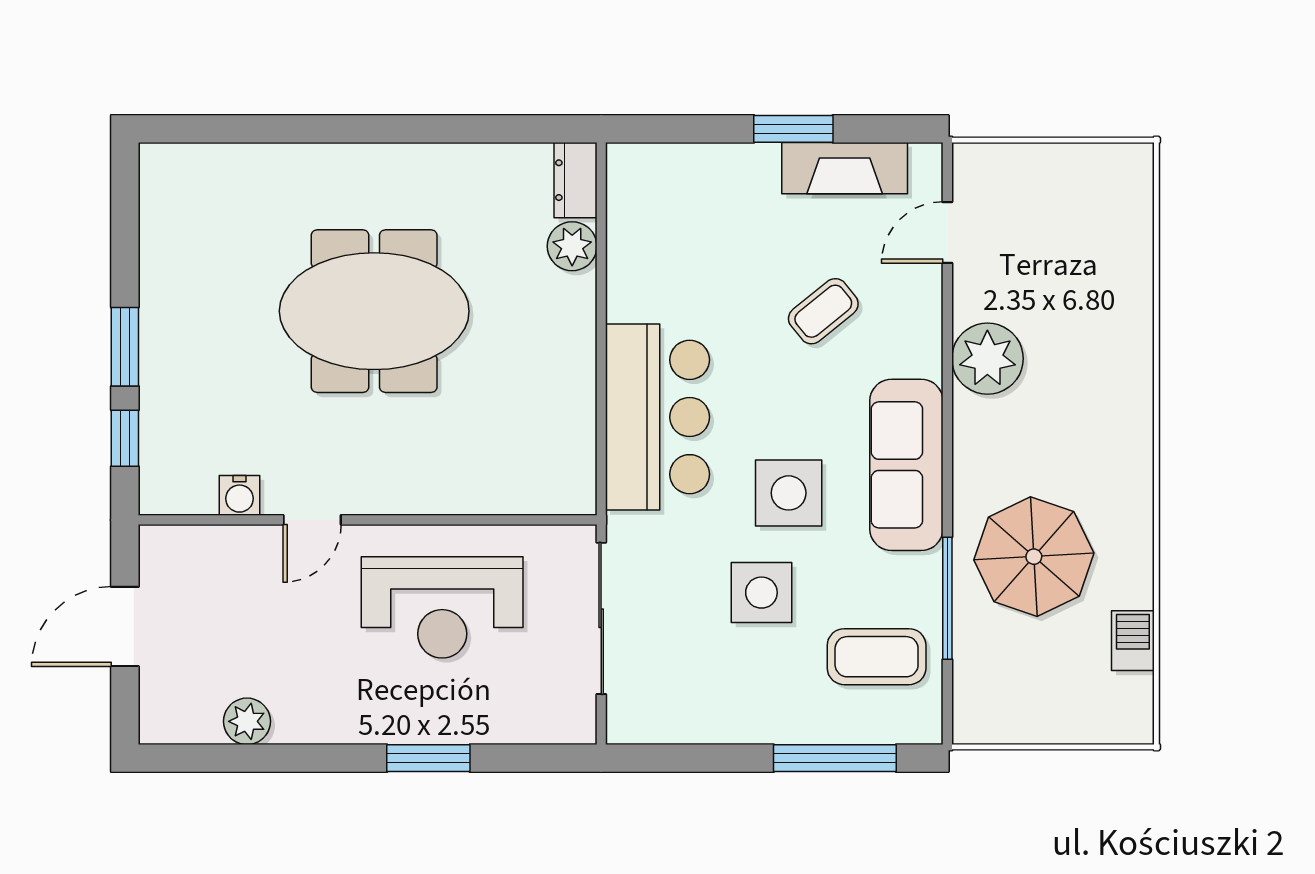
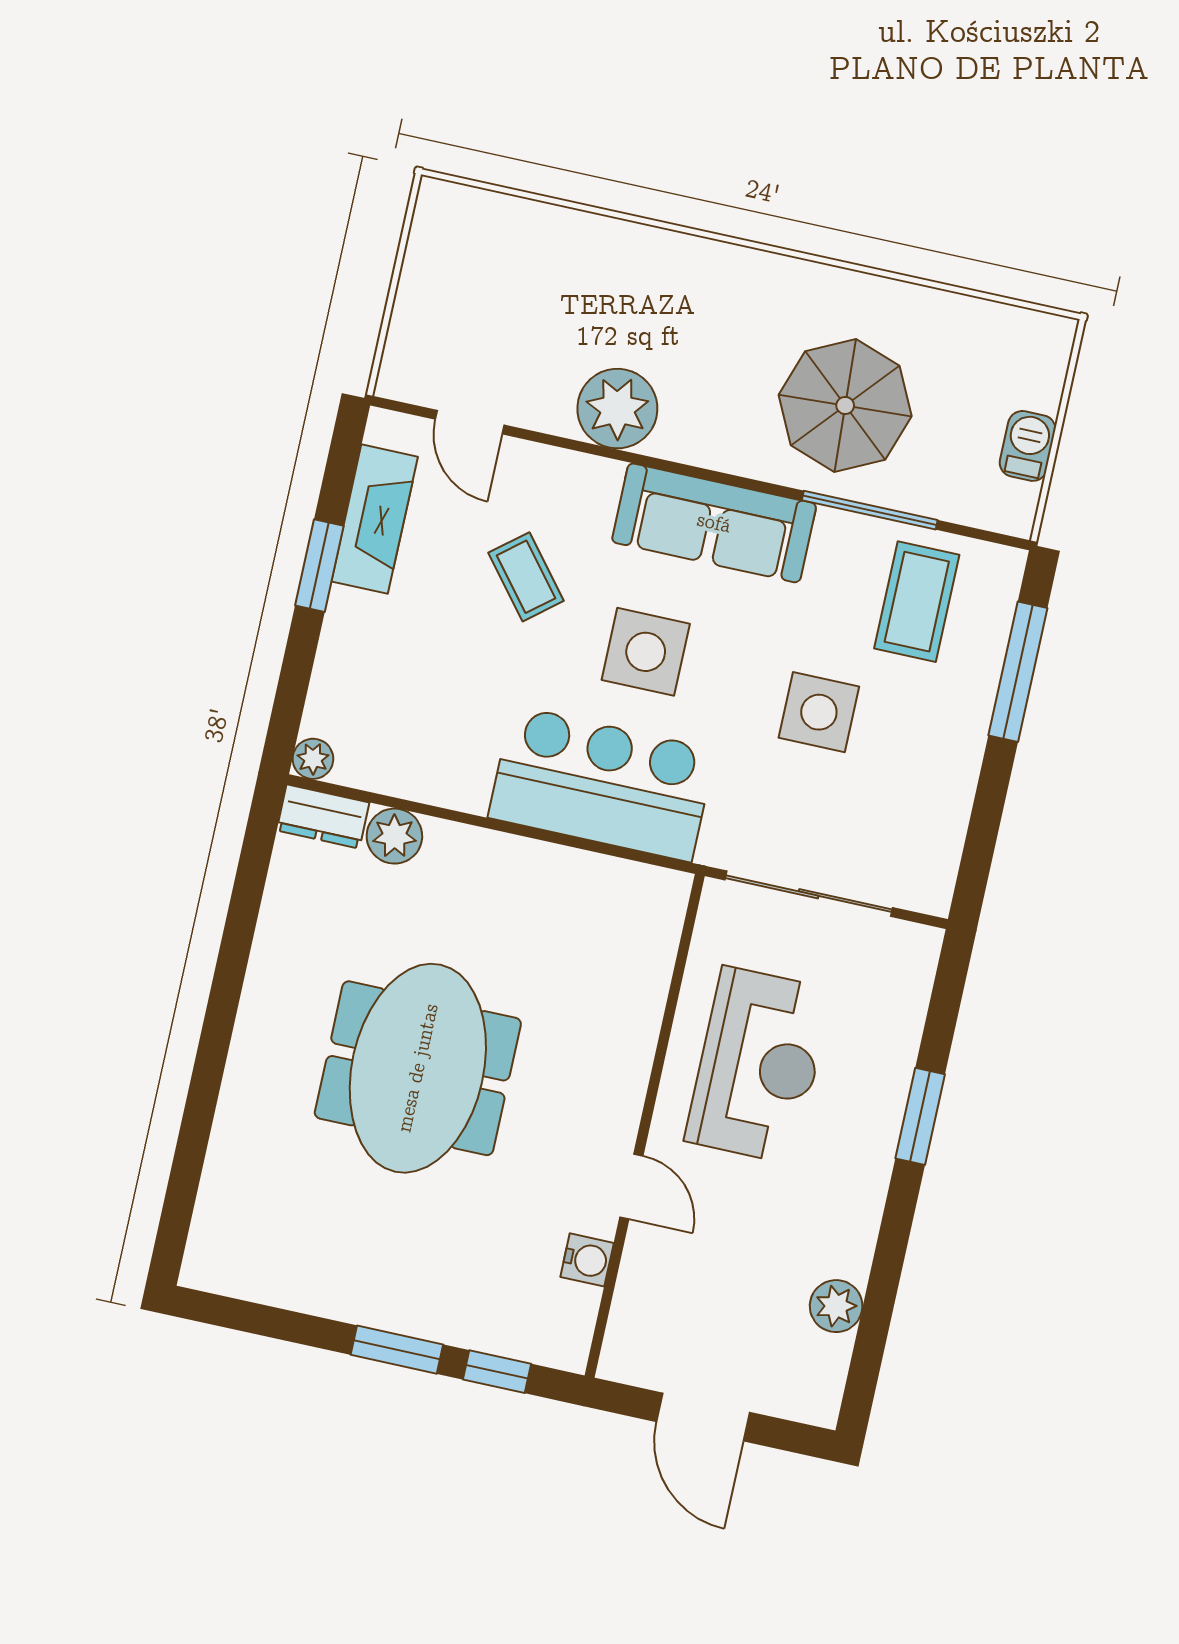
plant: (624, 160) -> (313, 759), added
side table: (789, 493) -> (646, 652), moved
barbecue: (1133, 641) -> (1028, 446), moved, turned 90

